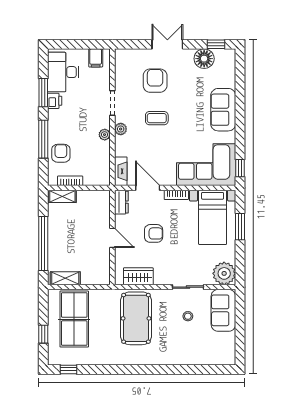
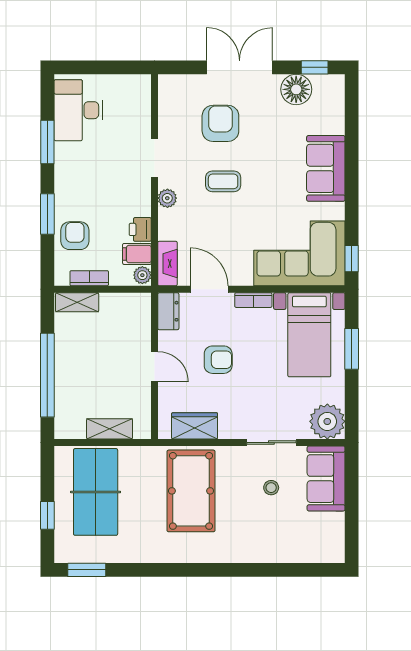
double door: (167, 44) -> (240, 67), width x1.37
filing cabinet: (96, 58) -> (137, 254), moved, turned 90
printer: (55, 101) -> (140, 229), moved, turned 180
plant: (105, 135) -> (142, 275), moved
window: (43, 139) -> (47, 214), width x0.69
shelving: (65, 278) -> (110, 429), moved
window: (69, 369) -> (87, 570), width x1.50

